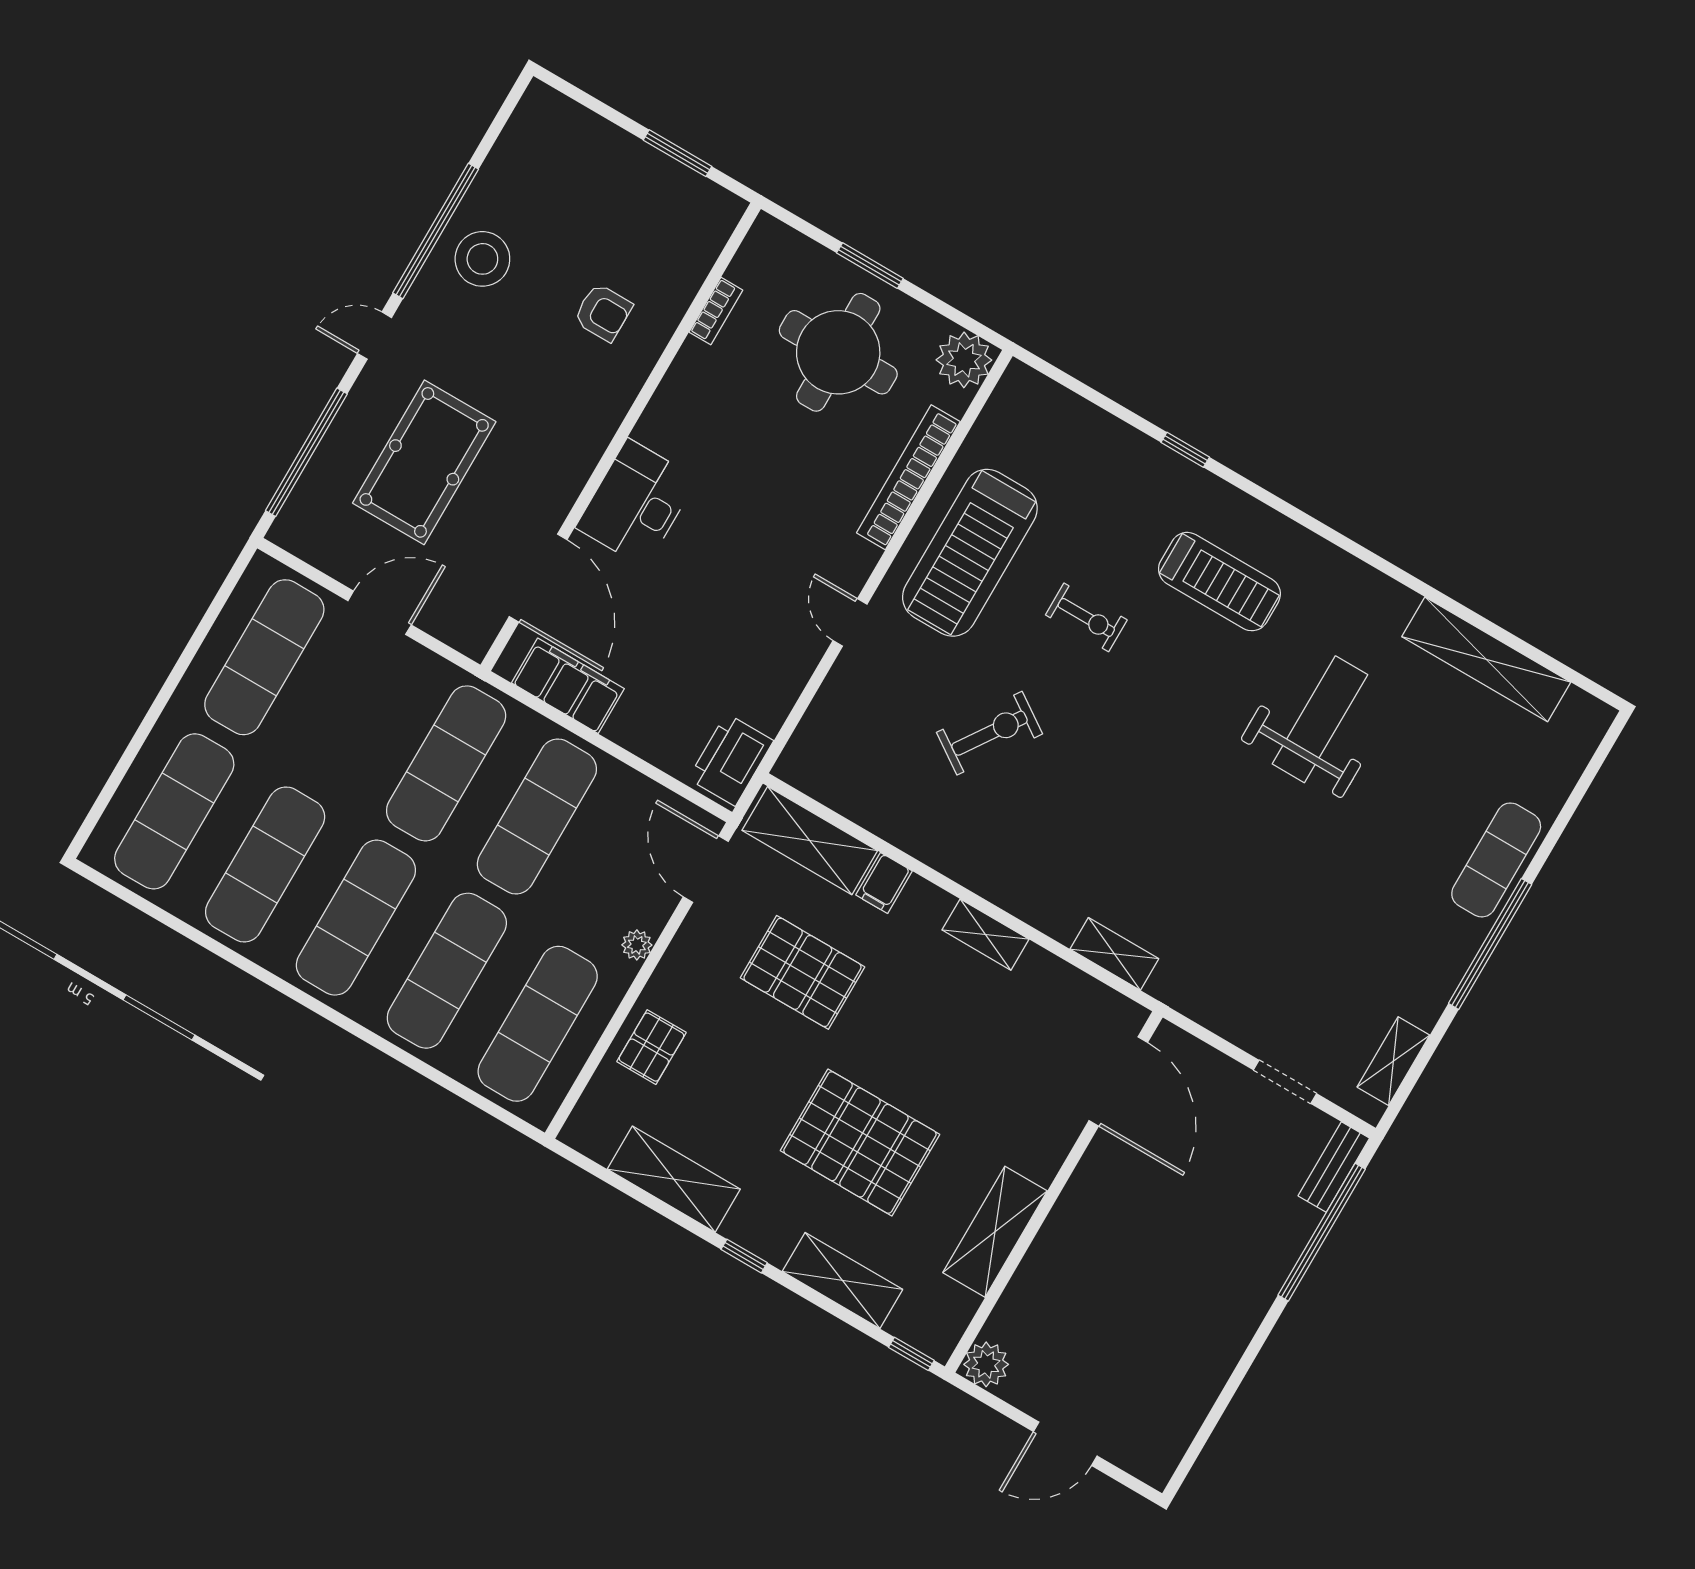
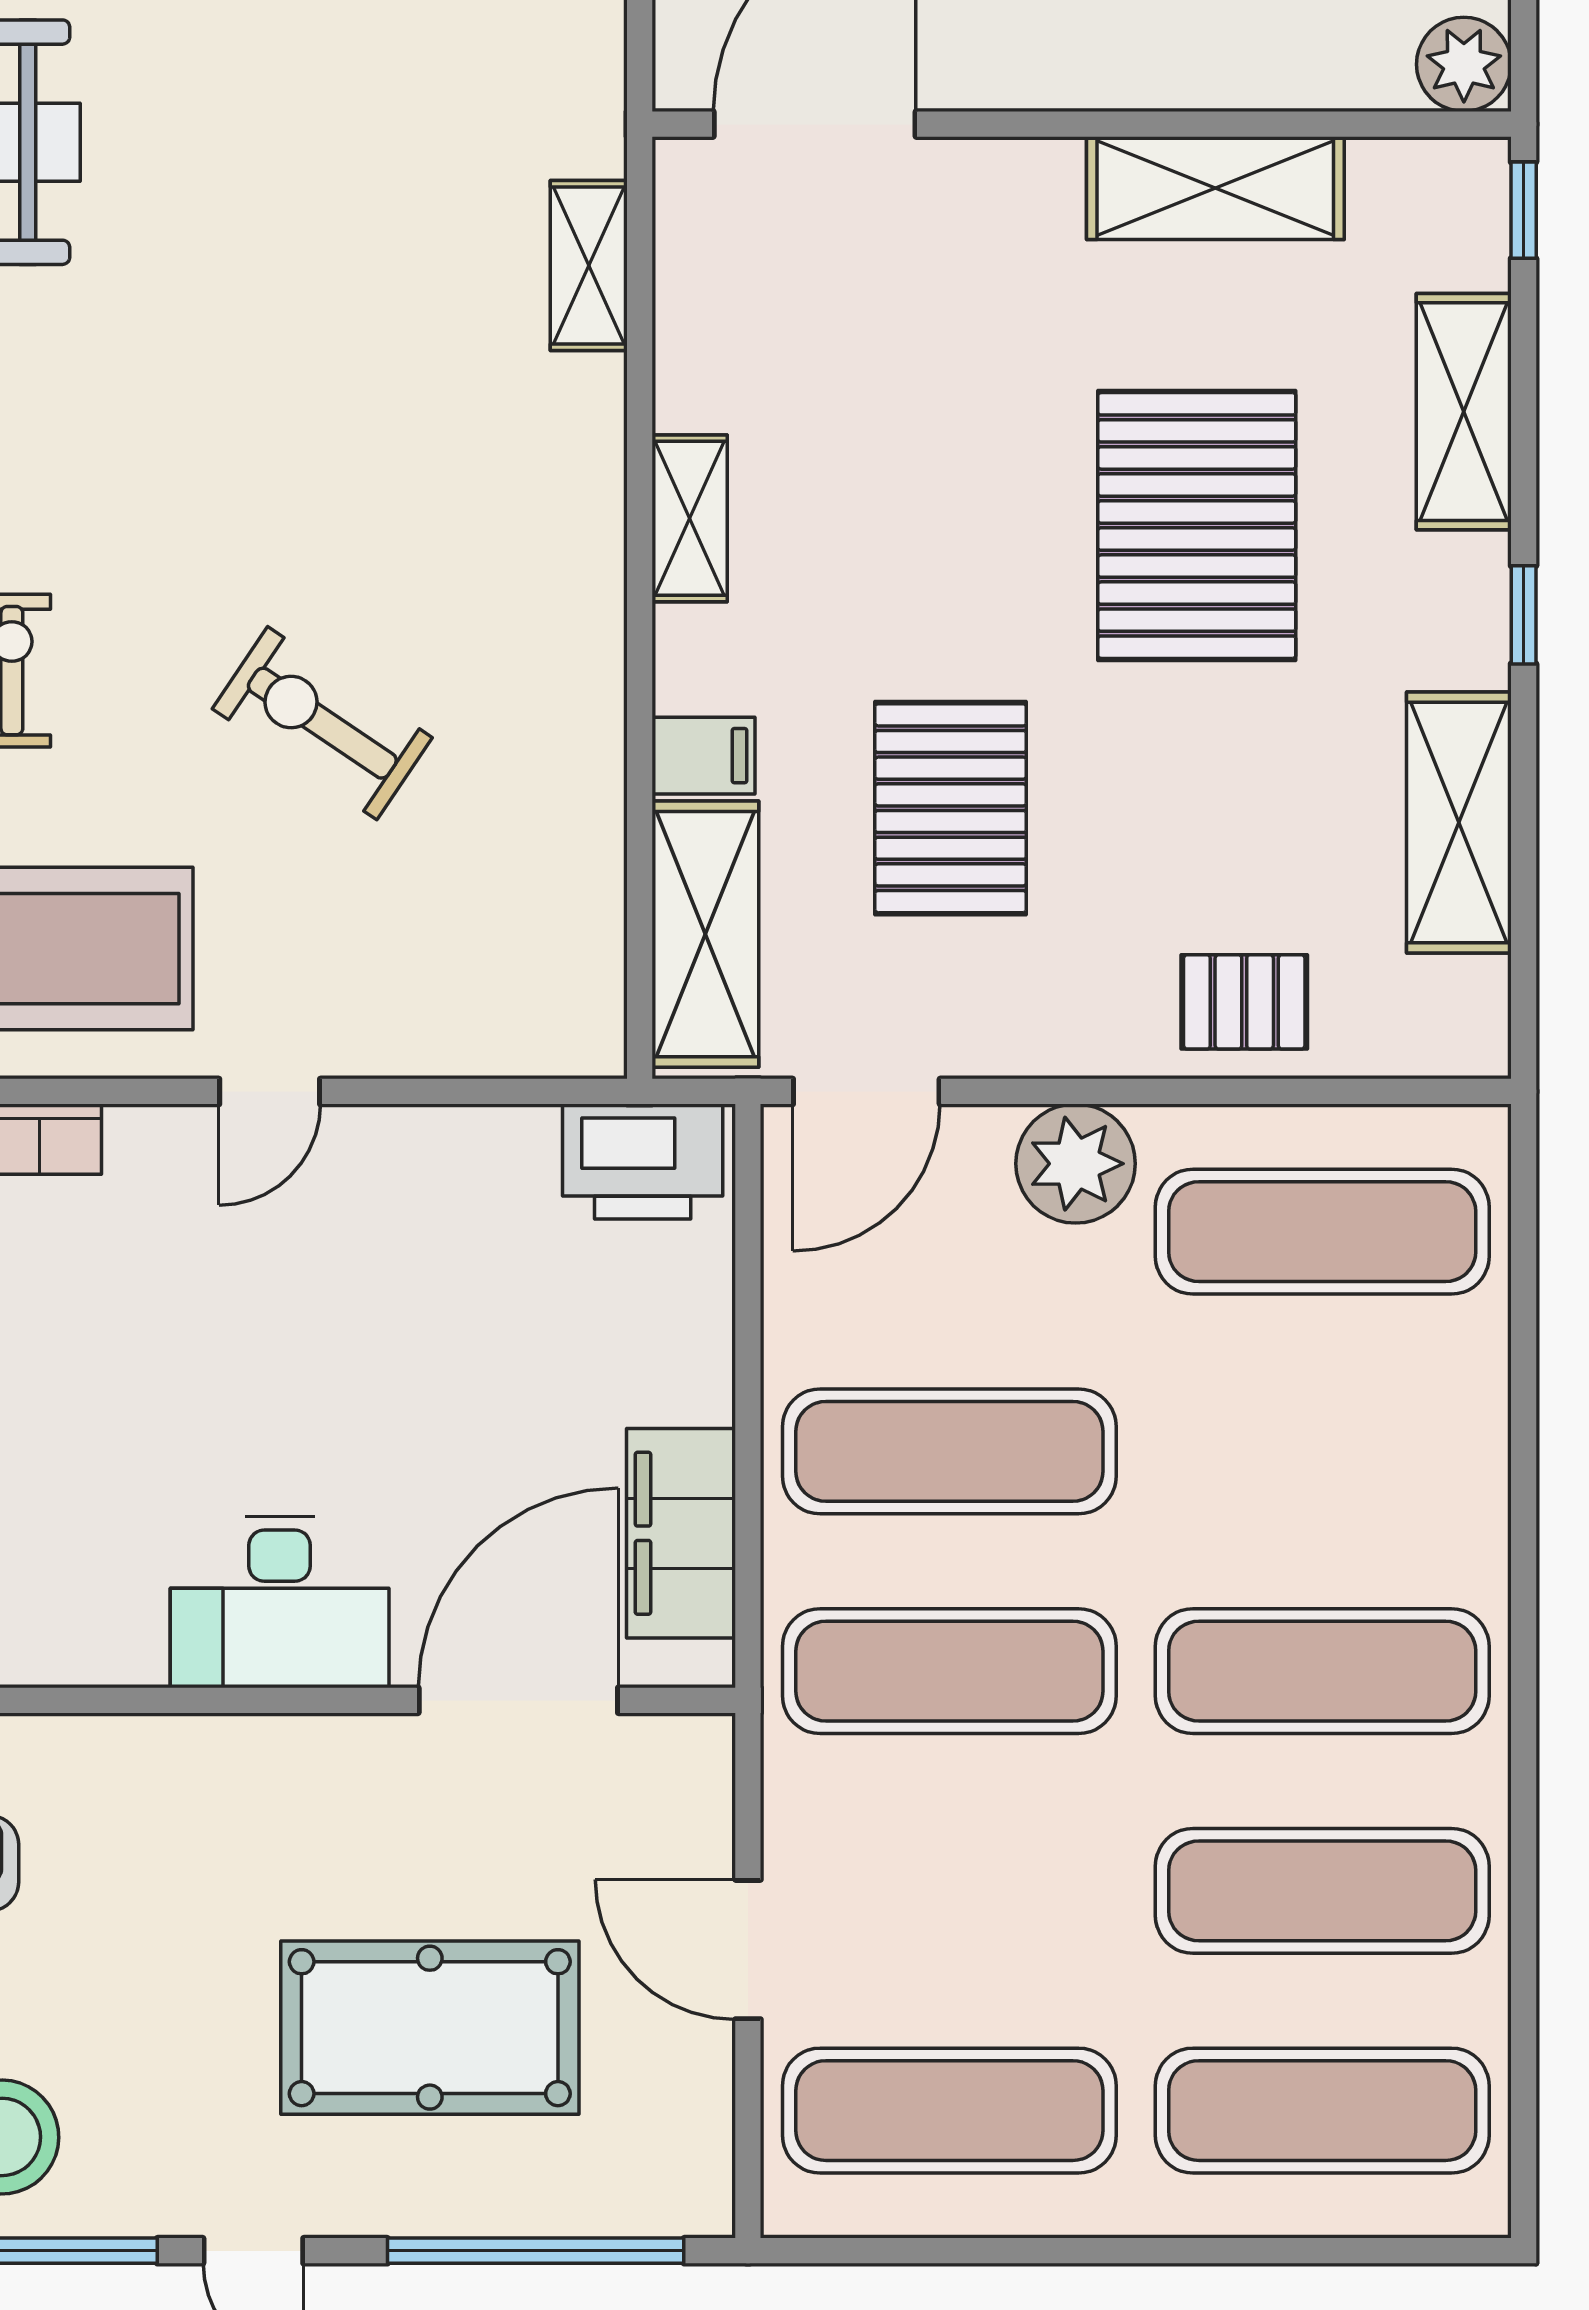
plant: (637, 945) -> (1076, 1164), width x1.88, depth x1.88
exercise mat: (447, 971) -> (1322, 1451), removed

